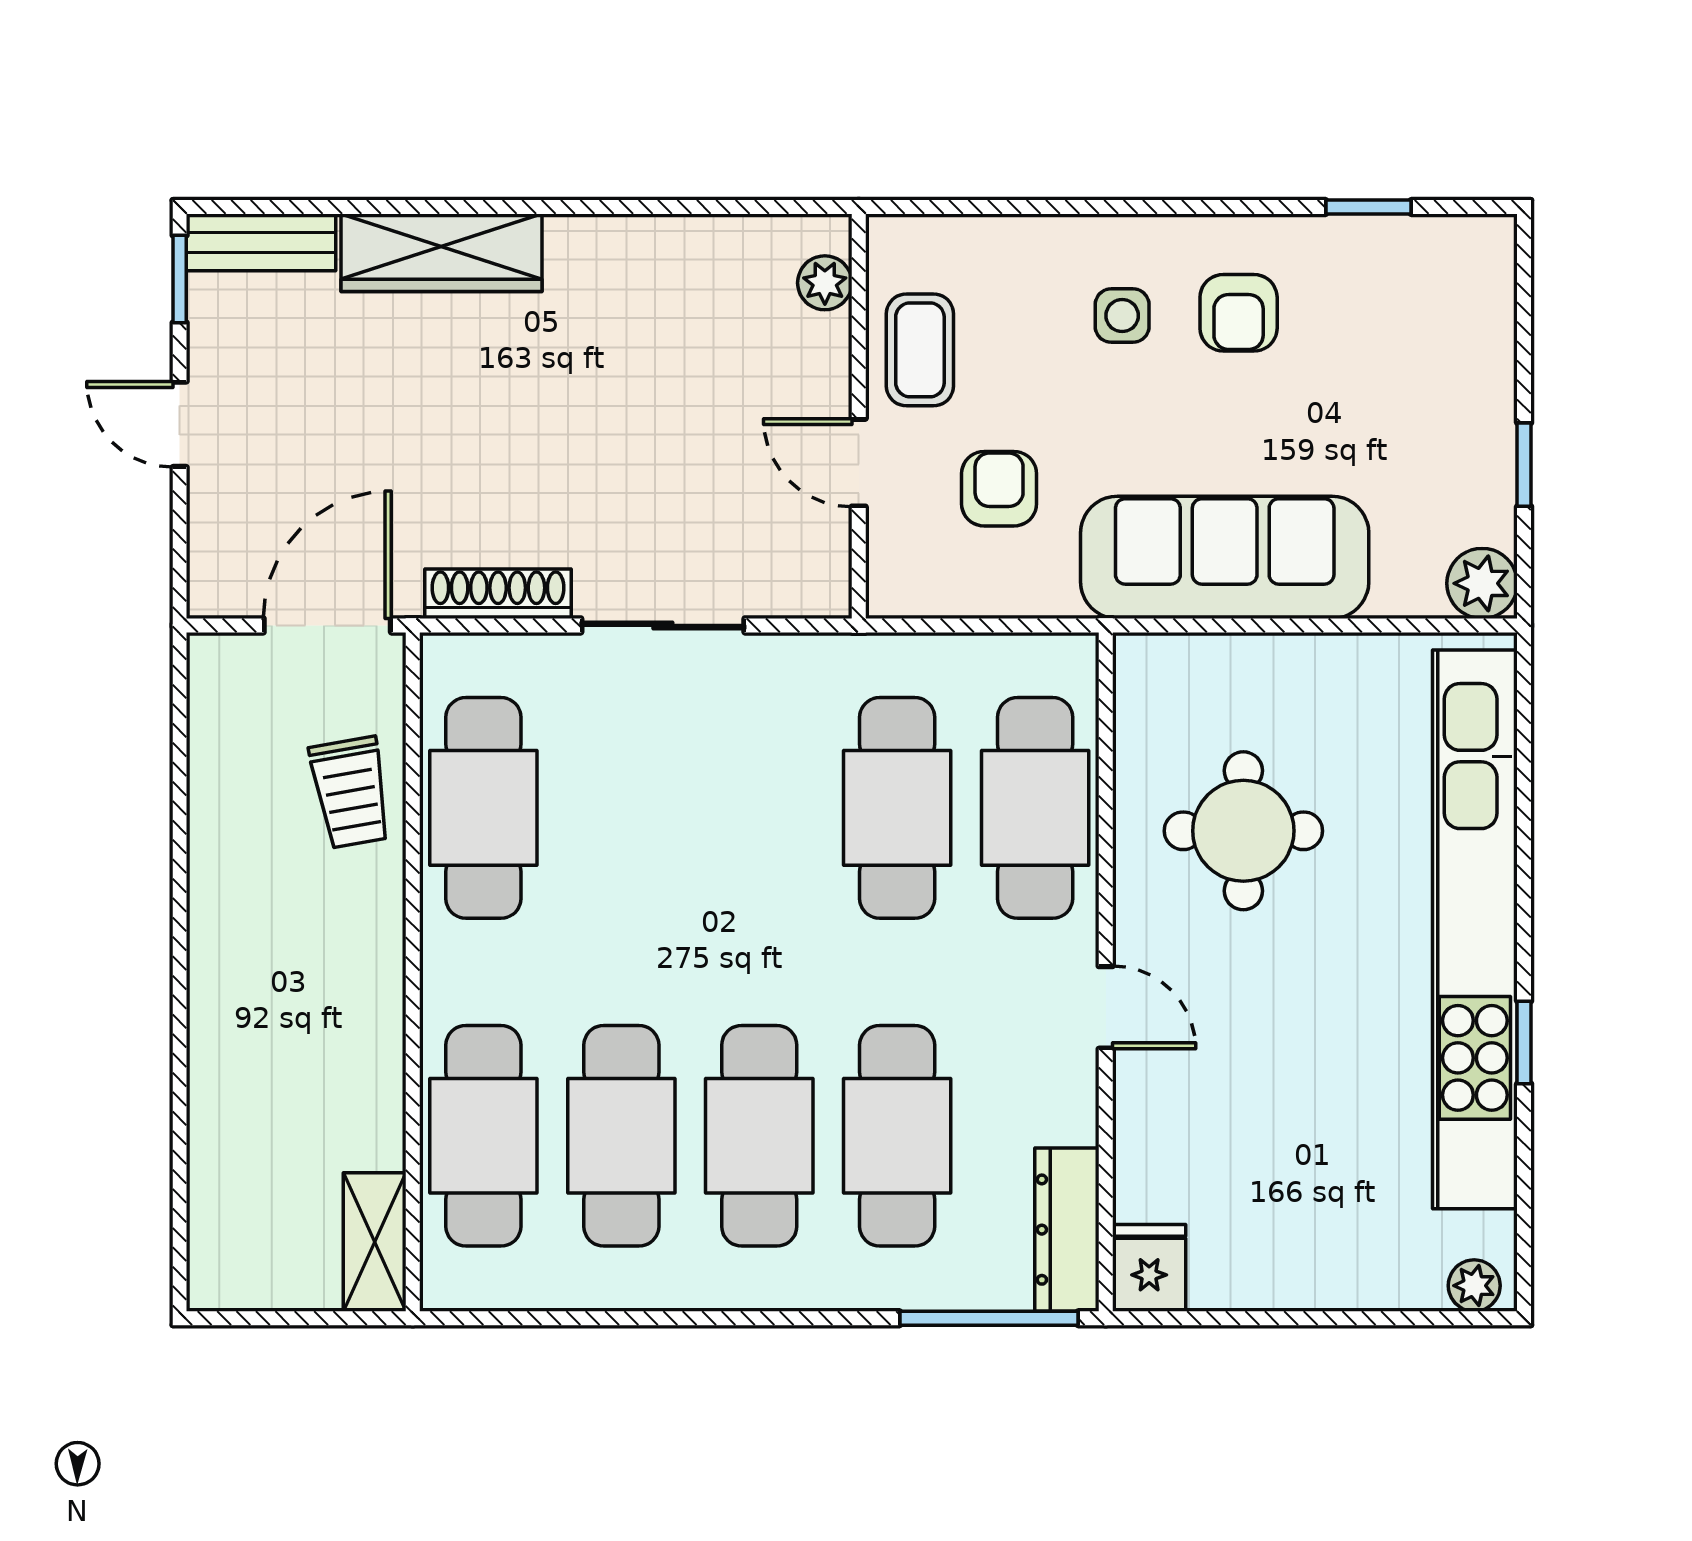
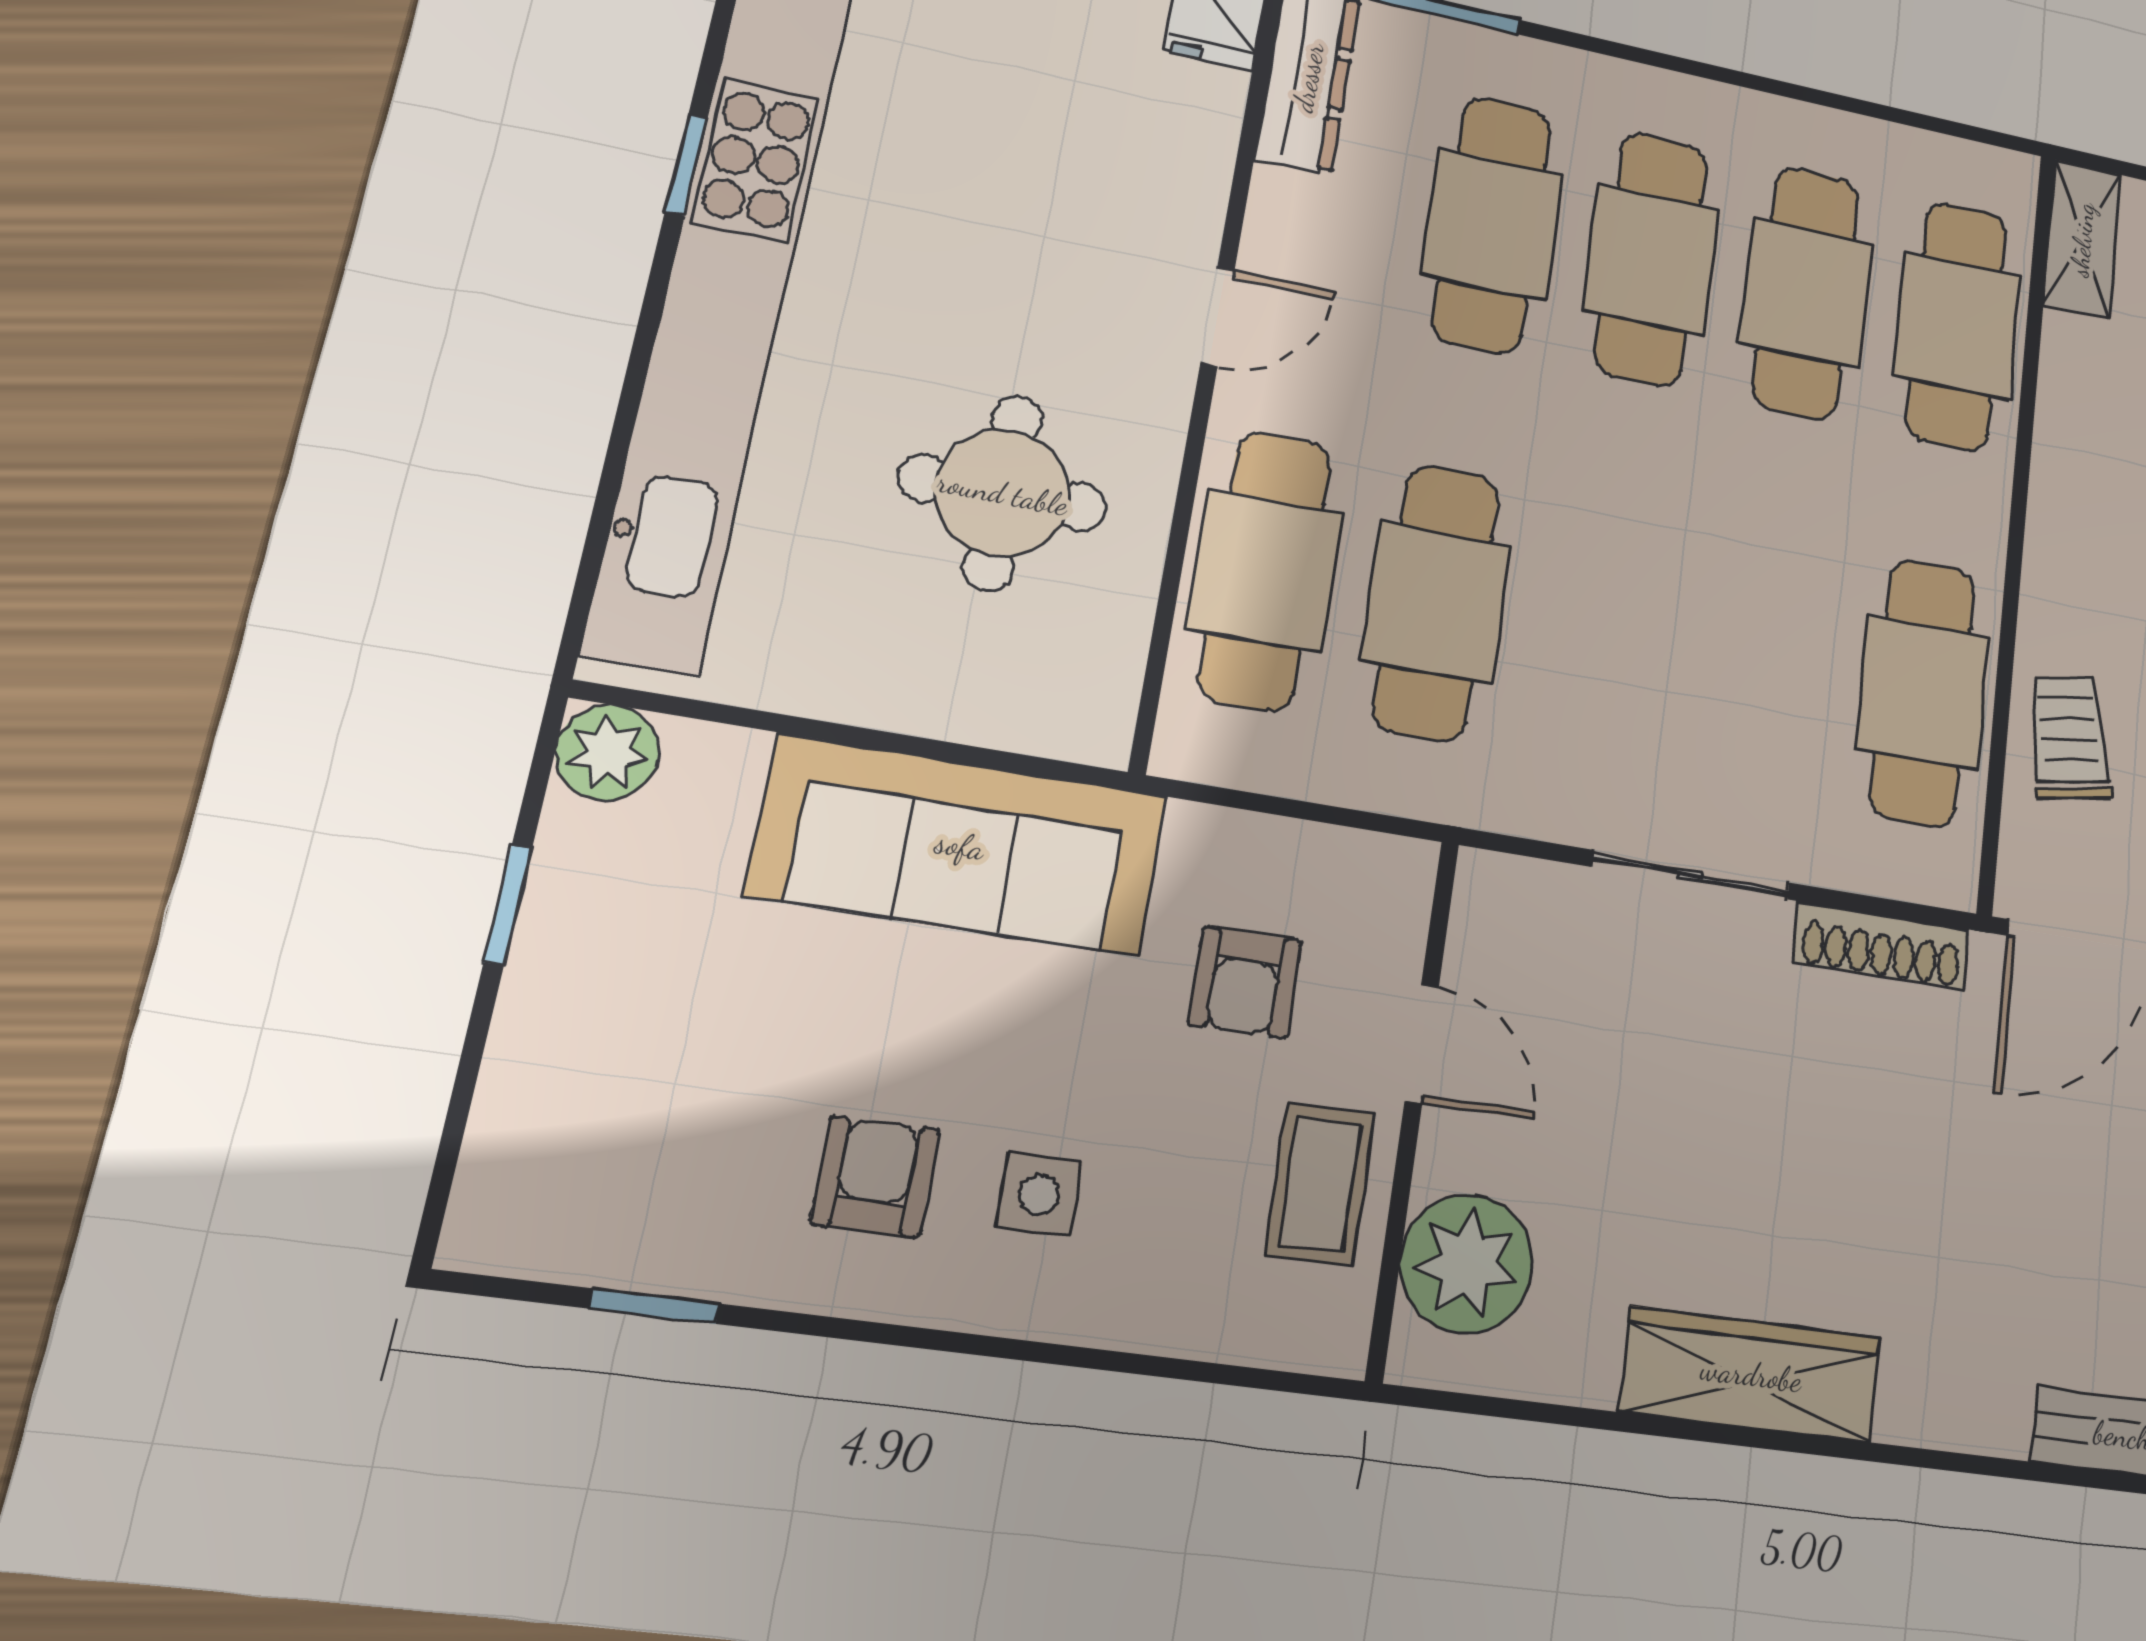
wardrobe: (442, 253) -> (1751, 1374), moved
plant: (825, 283) -> (1467, 1264), width x1.87, depth x1.87
door: (1106, 1007) -> (1217, 317), swing flipped

